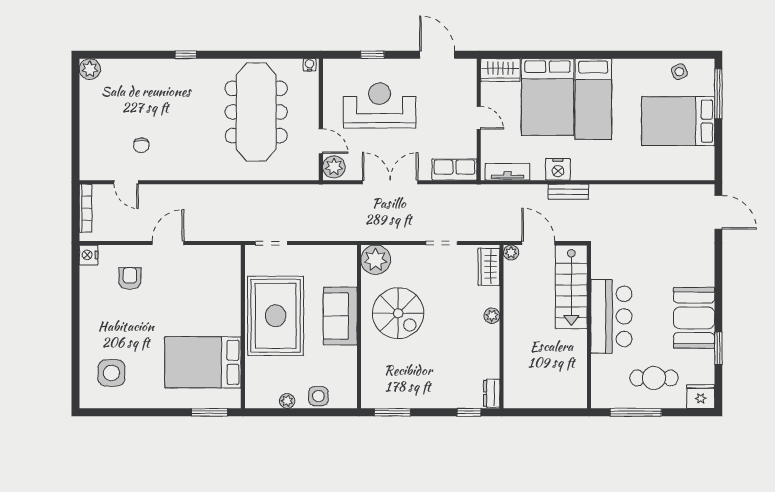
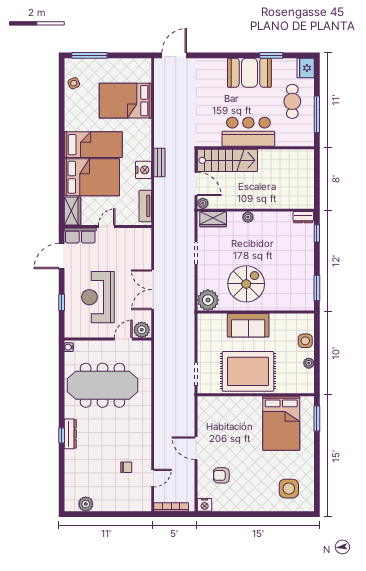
dresser: (188, 67) -> (70, 434), added
plant: (90, 69) -> (86, 504), moved
bed: (678, 121) -> (125, 101), moved, turned 90
row of seats: (454, 170) -> (80, 235), moved, turned -90
door: (538, 243) -> (196, 184), swing flipped

